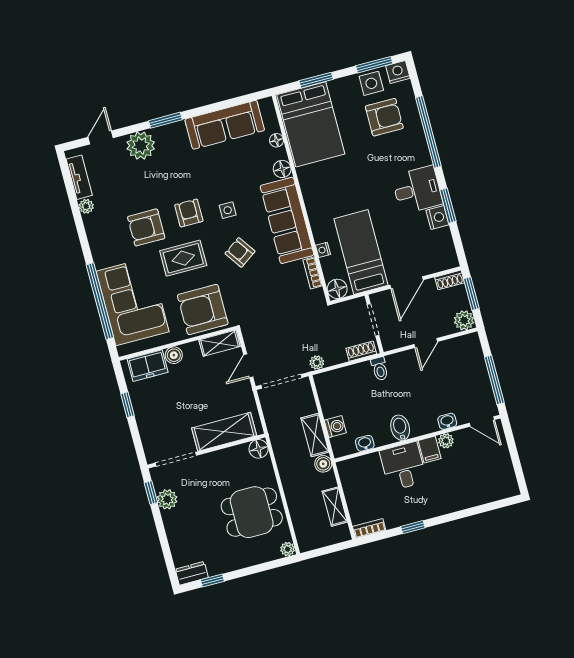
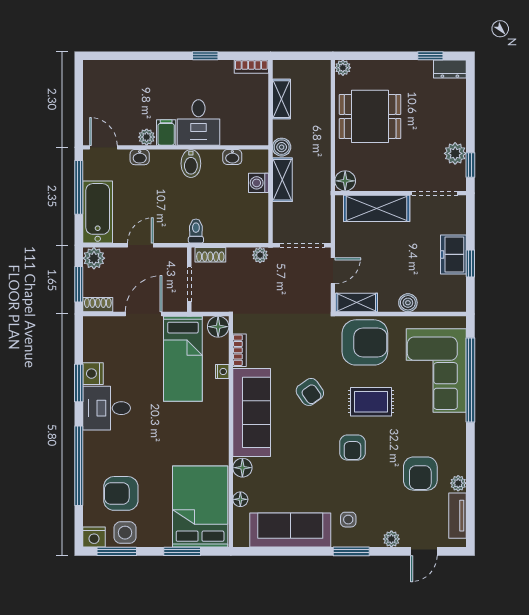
plant: (141, 146) -> (391, 539), width x0.53, depth x0.53
side table: (228, 210) -> (348, 520), moved
armchair: (146, 227) -> (420, 474), moved, turned 90
bathtub: (472, 362) -> (98, 212), added
freezer: (148, 366) -> (453, 254), moved, turned -90

